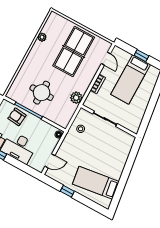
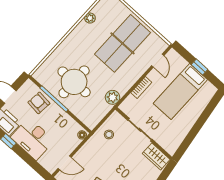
round table: (42, 93) -> (74, 82), width x1.36, depth x1.36
wardrobe: (124, 137) -> (156, 156), added

